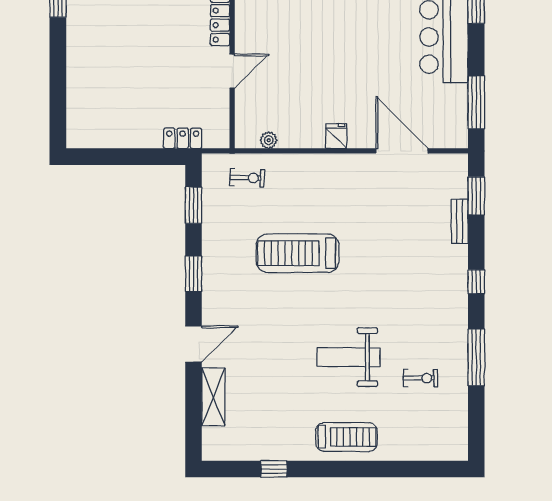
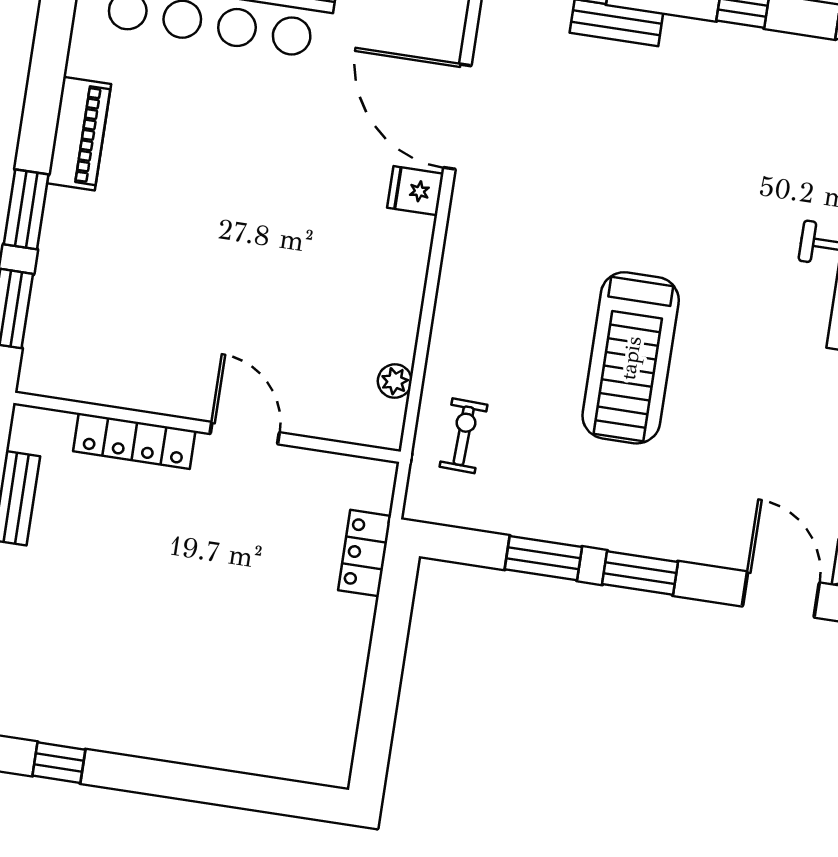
fridge: (336, 136) -> (415, 191), moved
door: (402, 151) -> (457, 117), hinge flipped
window: (194, 205) -> (543, 558), moved

